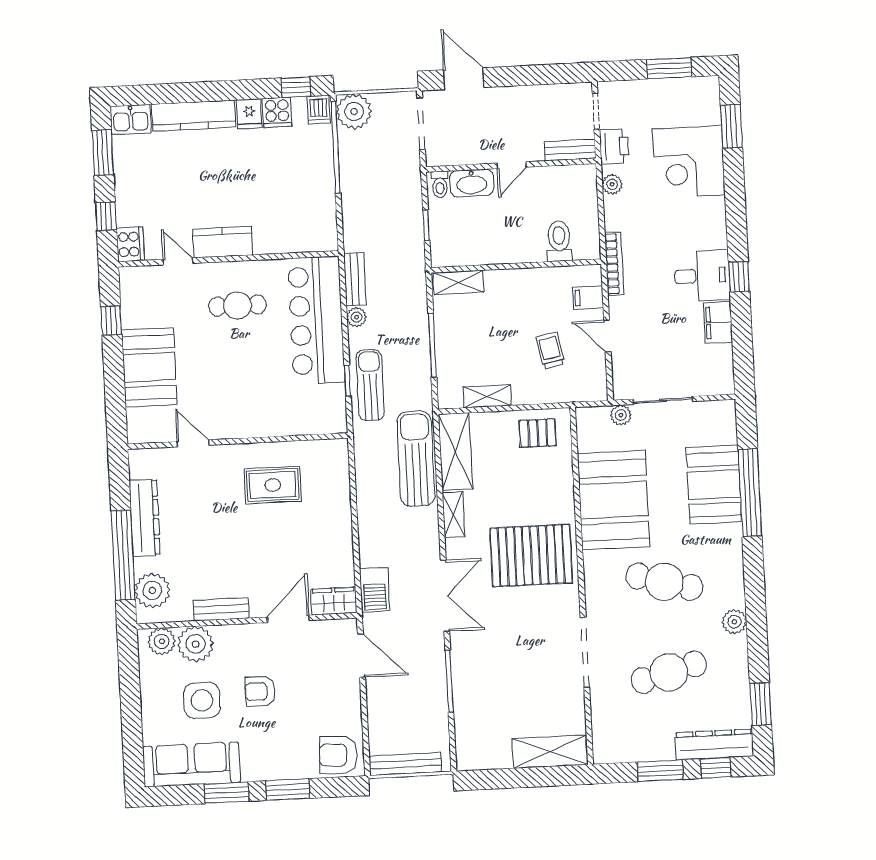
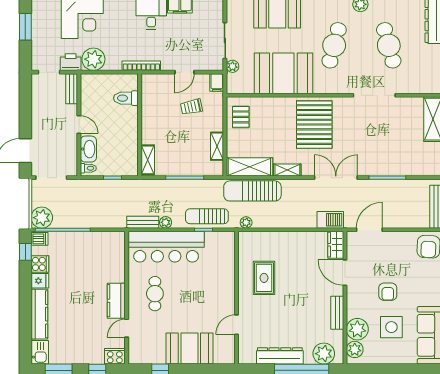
plant: (612, 184) -> (93, 59), width x1.87, depth x1.87
filing cabinet: (588, 297) -> (217, 82), moved
plant: (363, 451) -> (246, 222), added

